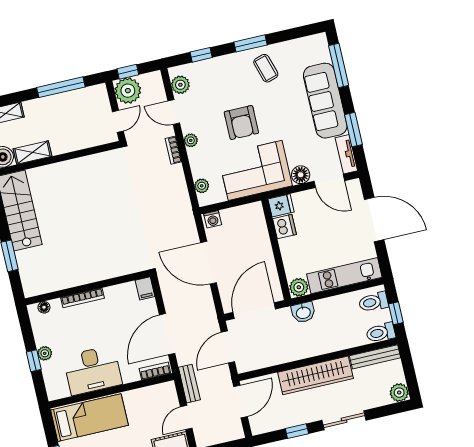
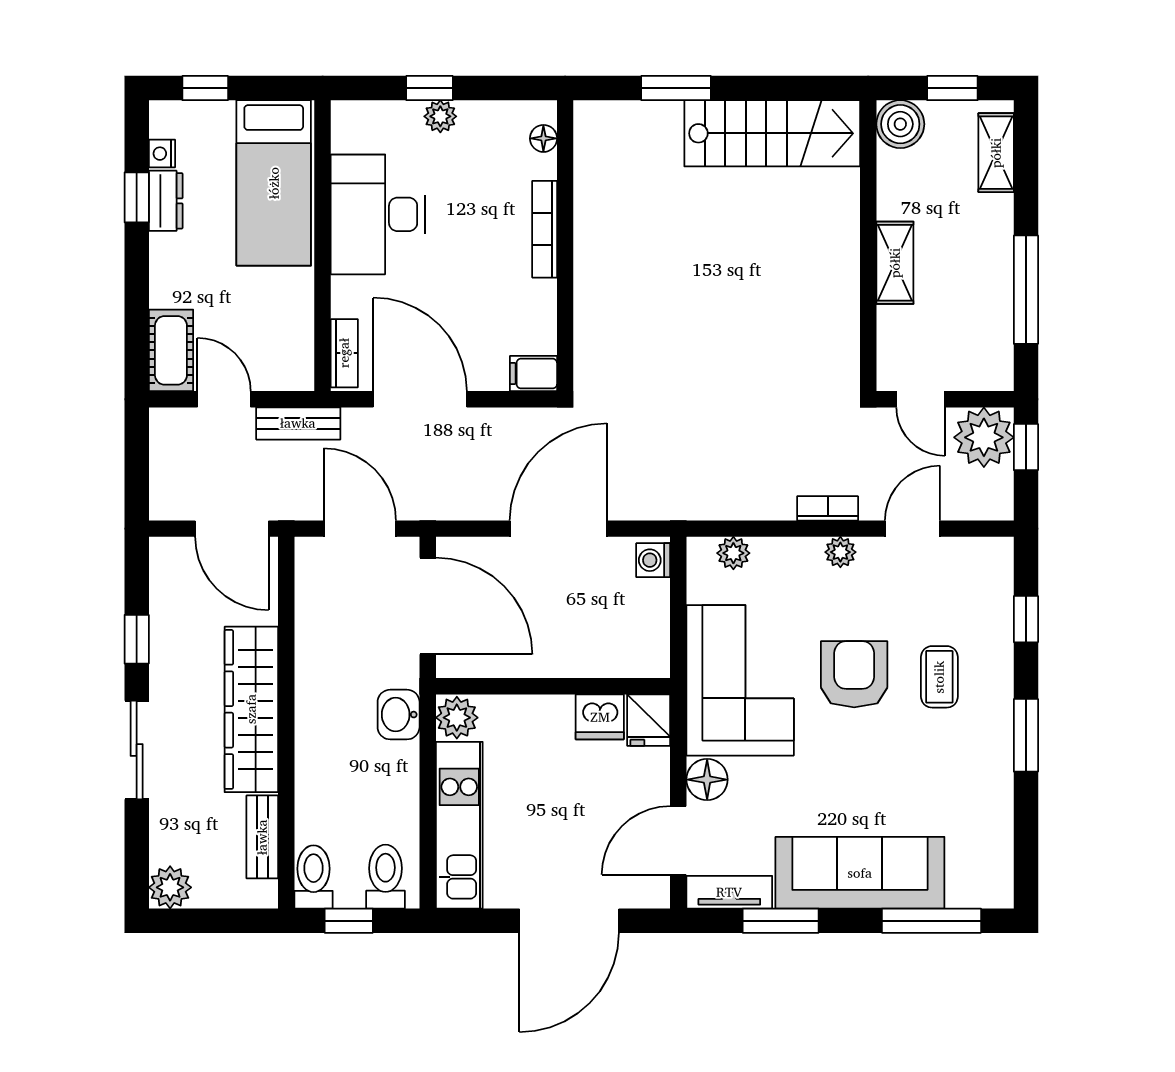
coffee table: (266, 68) -> (939, 677), moved, turned -73
plant: (180, 85) -> (970, 558), removed
armchair: (241, 123) -> (854, 674), turned 90
shelving: (32, 152) -> (895, 263), moved
bench: (375, 357) -> (262, 837), width x0.73

